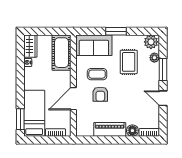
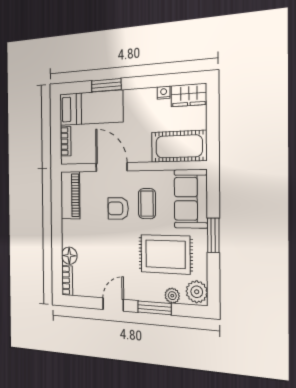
rug: (129, 62) -> (165, 254), width x1.36, depth x1.43
window: (20, 119) -> (106, 85), moved
piano: (110, 129) -> (70, 195), moved

